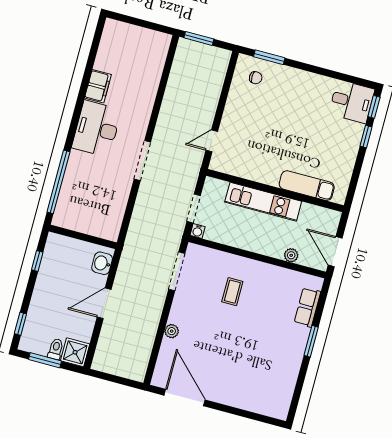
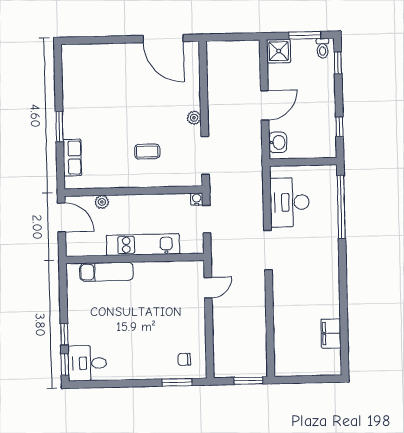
filing cabinet: (98, 86) -> (331, 333), moved
desk: (97, 129) -> (290, 202), moved, turned 180
coffee table: (232, 292) -> (147, 152), turned 90
plant: (172, 331) -> (194, 118), moved
toilet: (56, 349) -> (323, 48), moved

